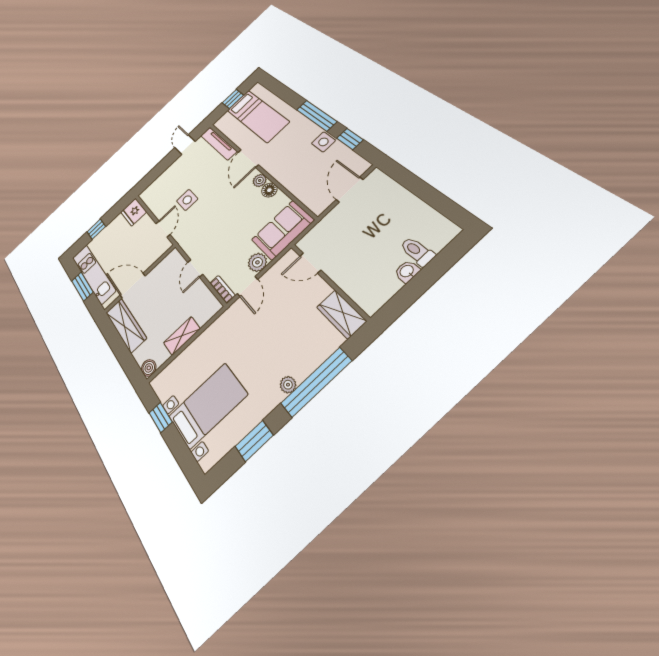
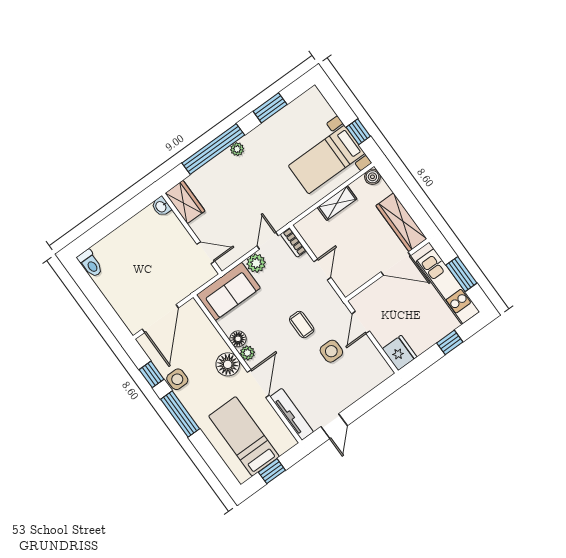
floor lamp: (277, 166) -> (228, 364), added
door: (349, 190) -> (160, 319), width x1.36
coffee table: (213, 216) -> (302, 324), added
toilet: (417, 251) -> (90, 264), moved
washbasin: (407, 271) -> (161, 207), moved, turned 90
bed with nightstands: (208, 406) -> (327, 160), moved

